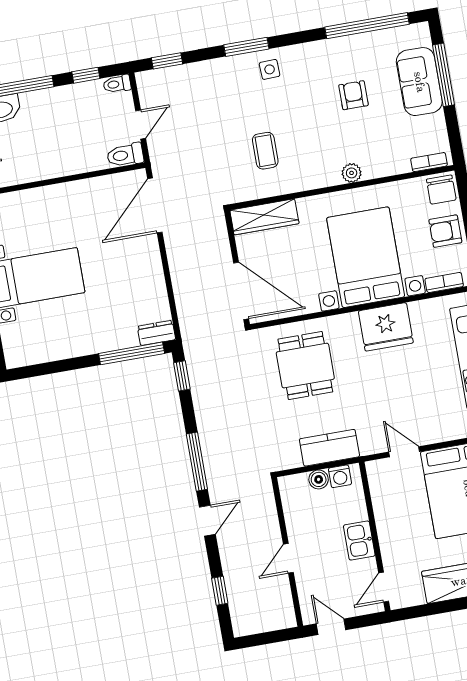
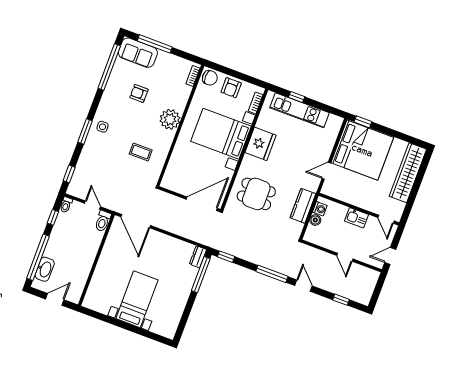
sofa: (419, 82) -> (138, 53), moved
plant: (352, 173) -> (170, 119), width x1.88, depth x1.88
wardrobe: (264, 217) -> (173, 171), removed

